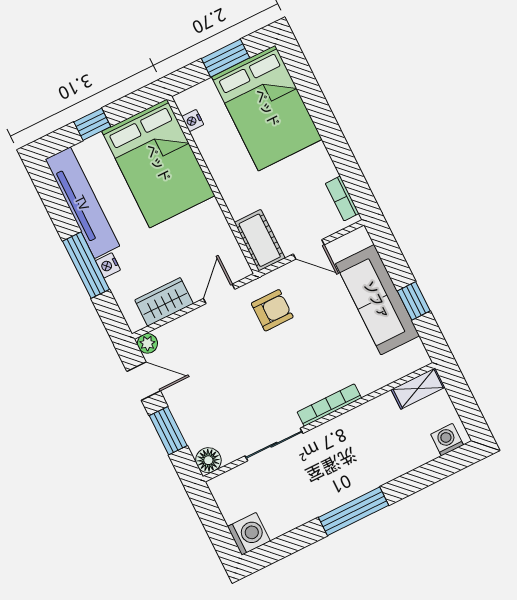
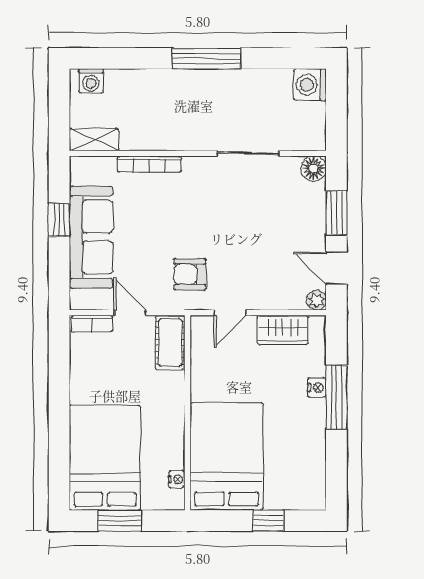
bookcase: (342, 199) -> (92, 324), moved, turned 90
tv unit: (82, 203) -> (312, 455), removed
bookcase: (329, 405) -> (149, 164), moved

